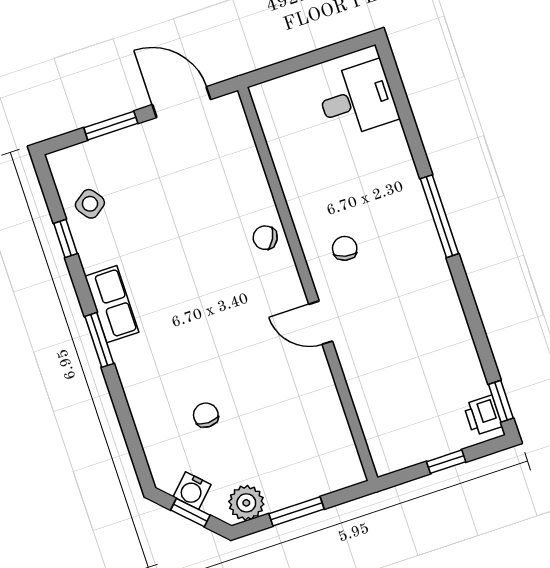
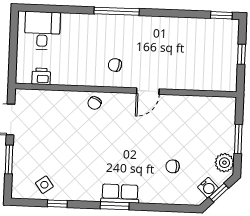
row of seats: (112, 304) -> (120, 194), moved
printer: (483, 415) -> (41, 76), moved, turned 180

